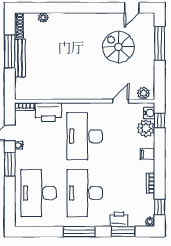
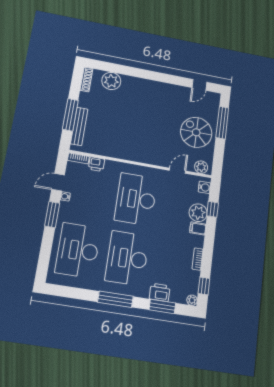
plant: (43, 18) -> (111, 81), width x1.87, depth x1.87
spiral stairs: (118, 47) -> (196, 132), moved
window: (10, 52) -> (70, 115), moved
bench: (20, 58) -> (79, 126), moved
printer: (48, 112) -> (96, 164), width x0.53, depth x0.68
window: (160, 120) -> (213, 209), moved
plant: (146, 128) -> (198, 213), moved

